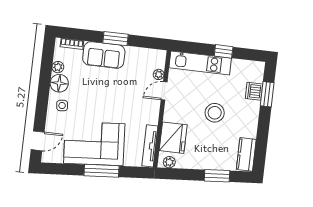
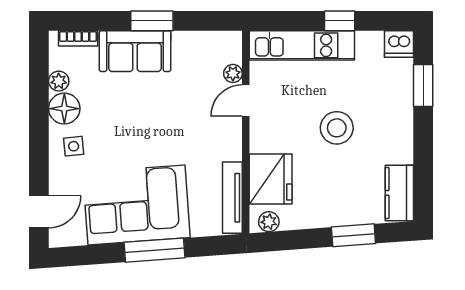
dishwasher: (254, 91) -> (399, 44), moved, turned -90

